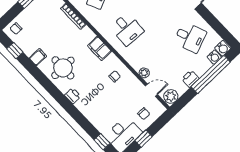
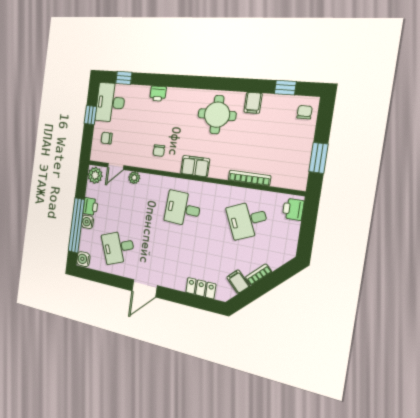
water cooler: (214, 57) -> (87, 222), moved
printer: (73, 96) -> (158, 94), moved

